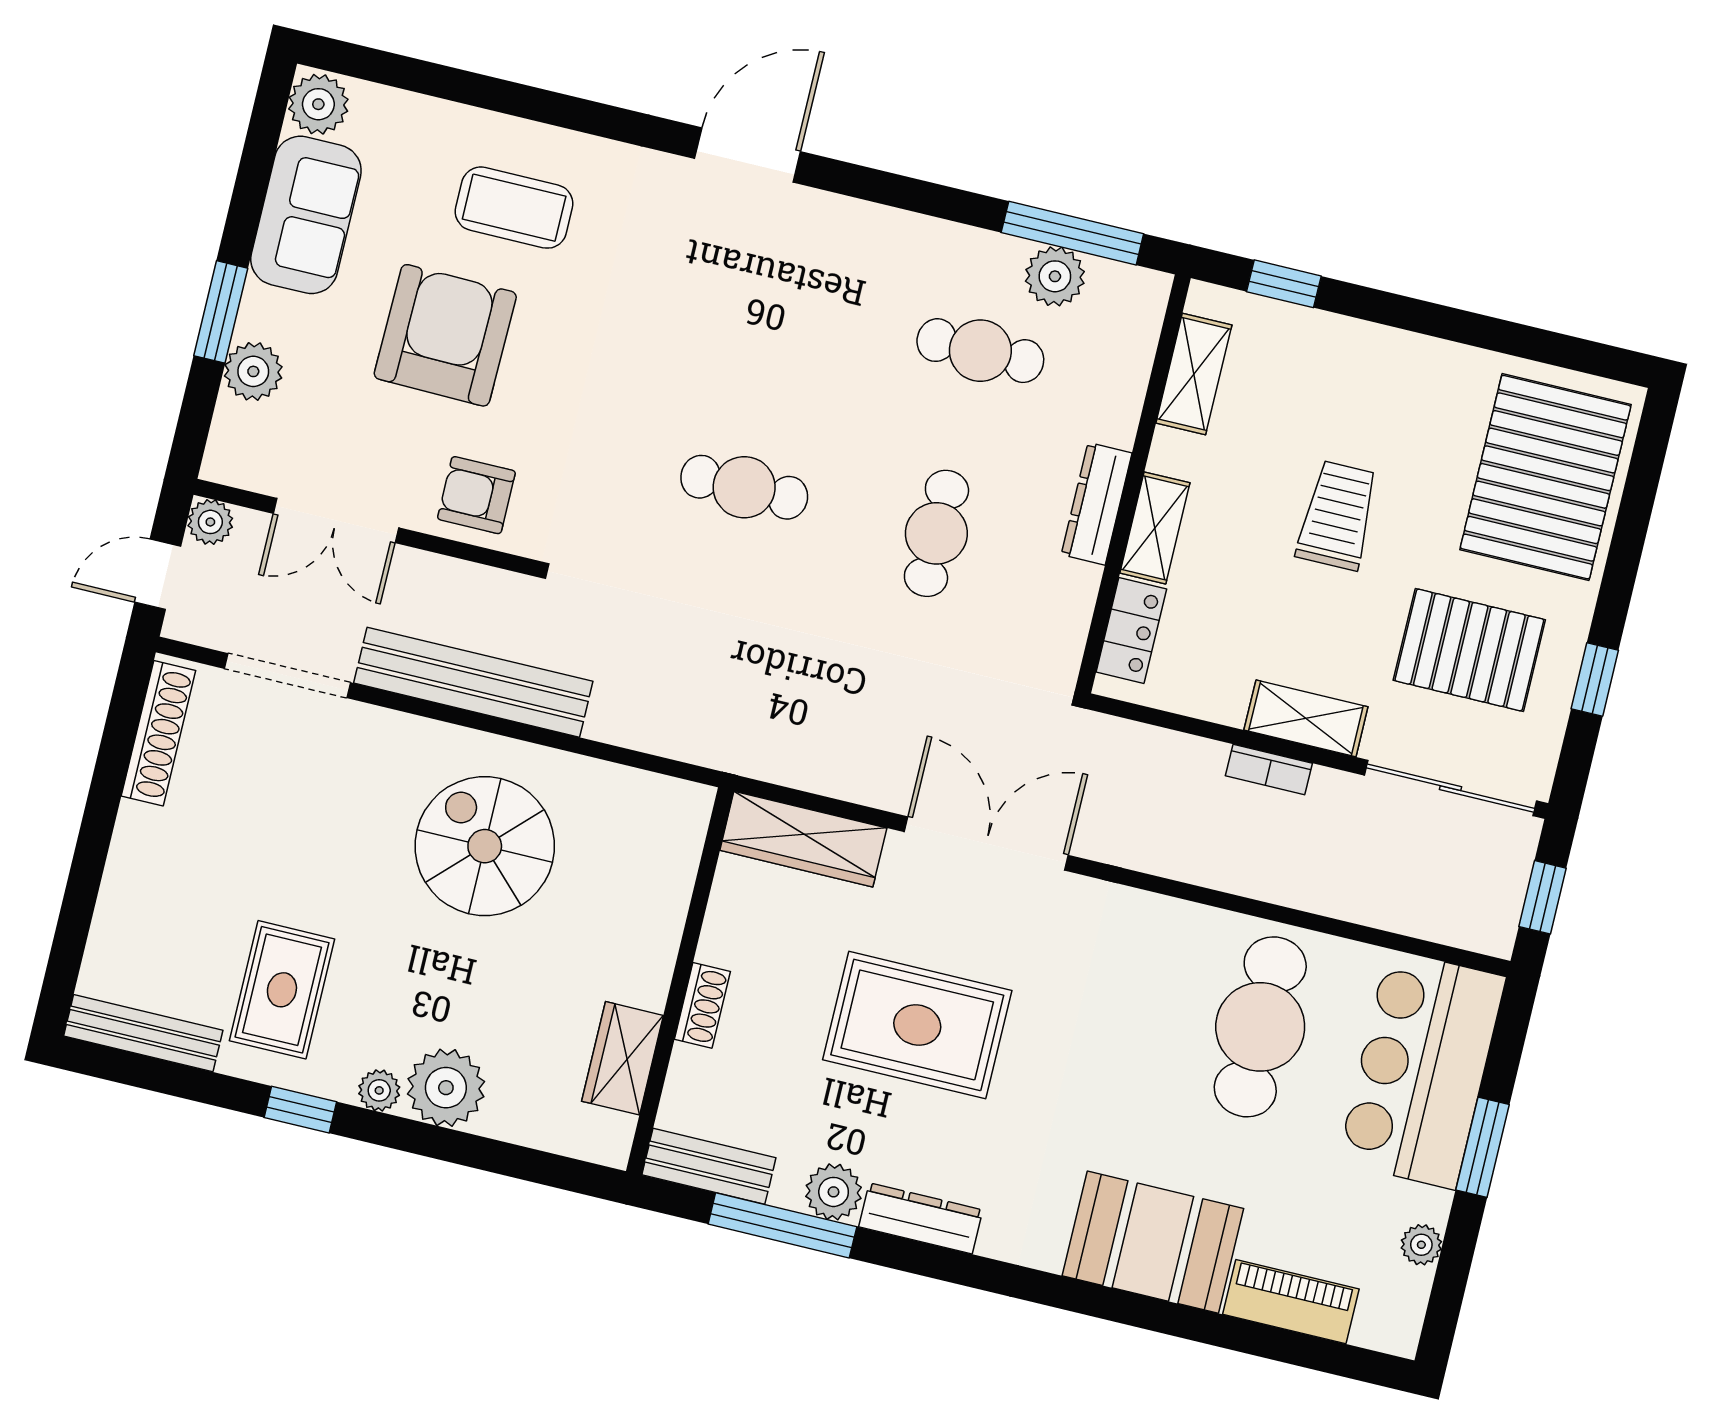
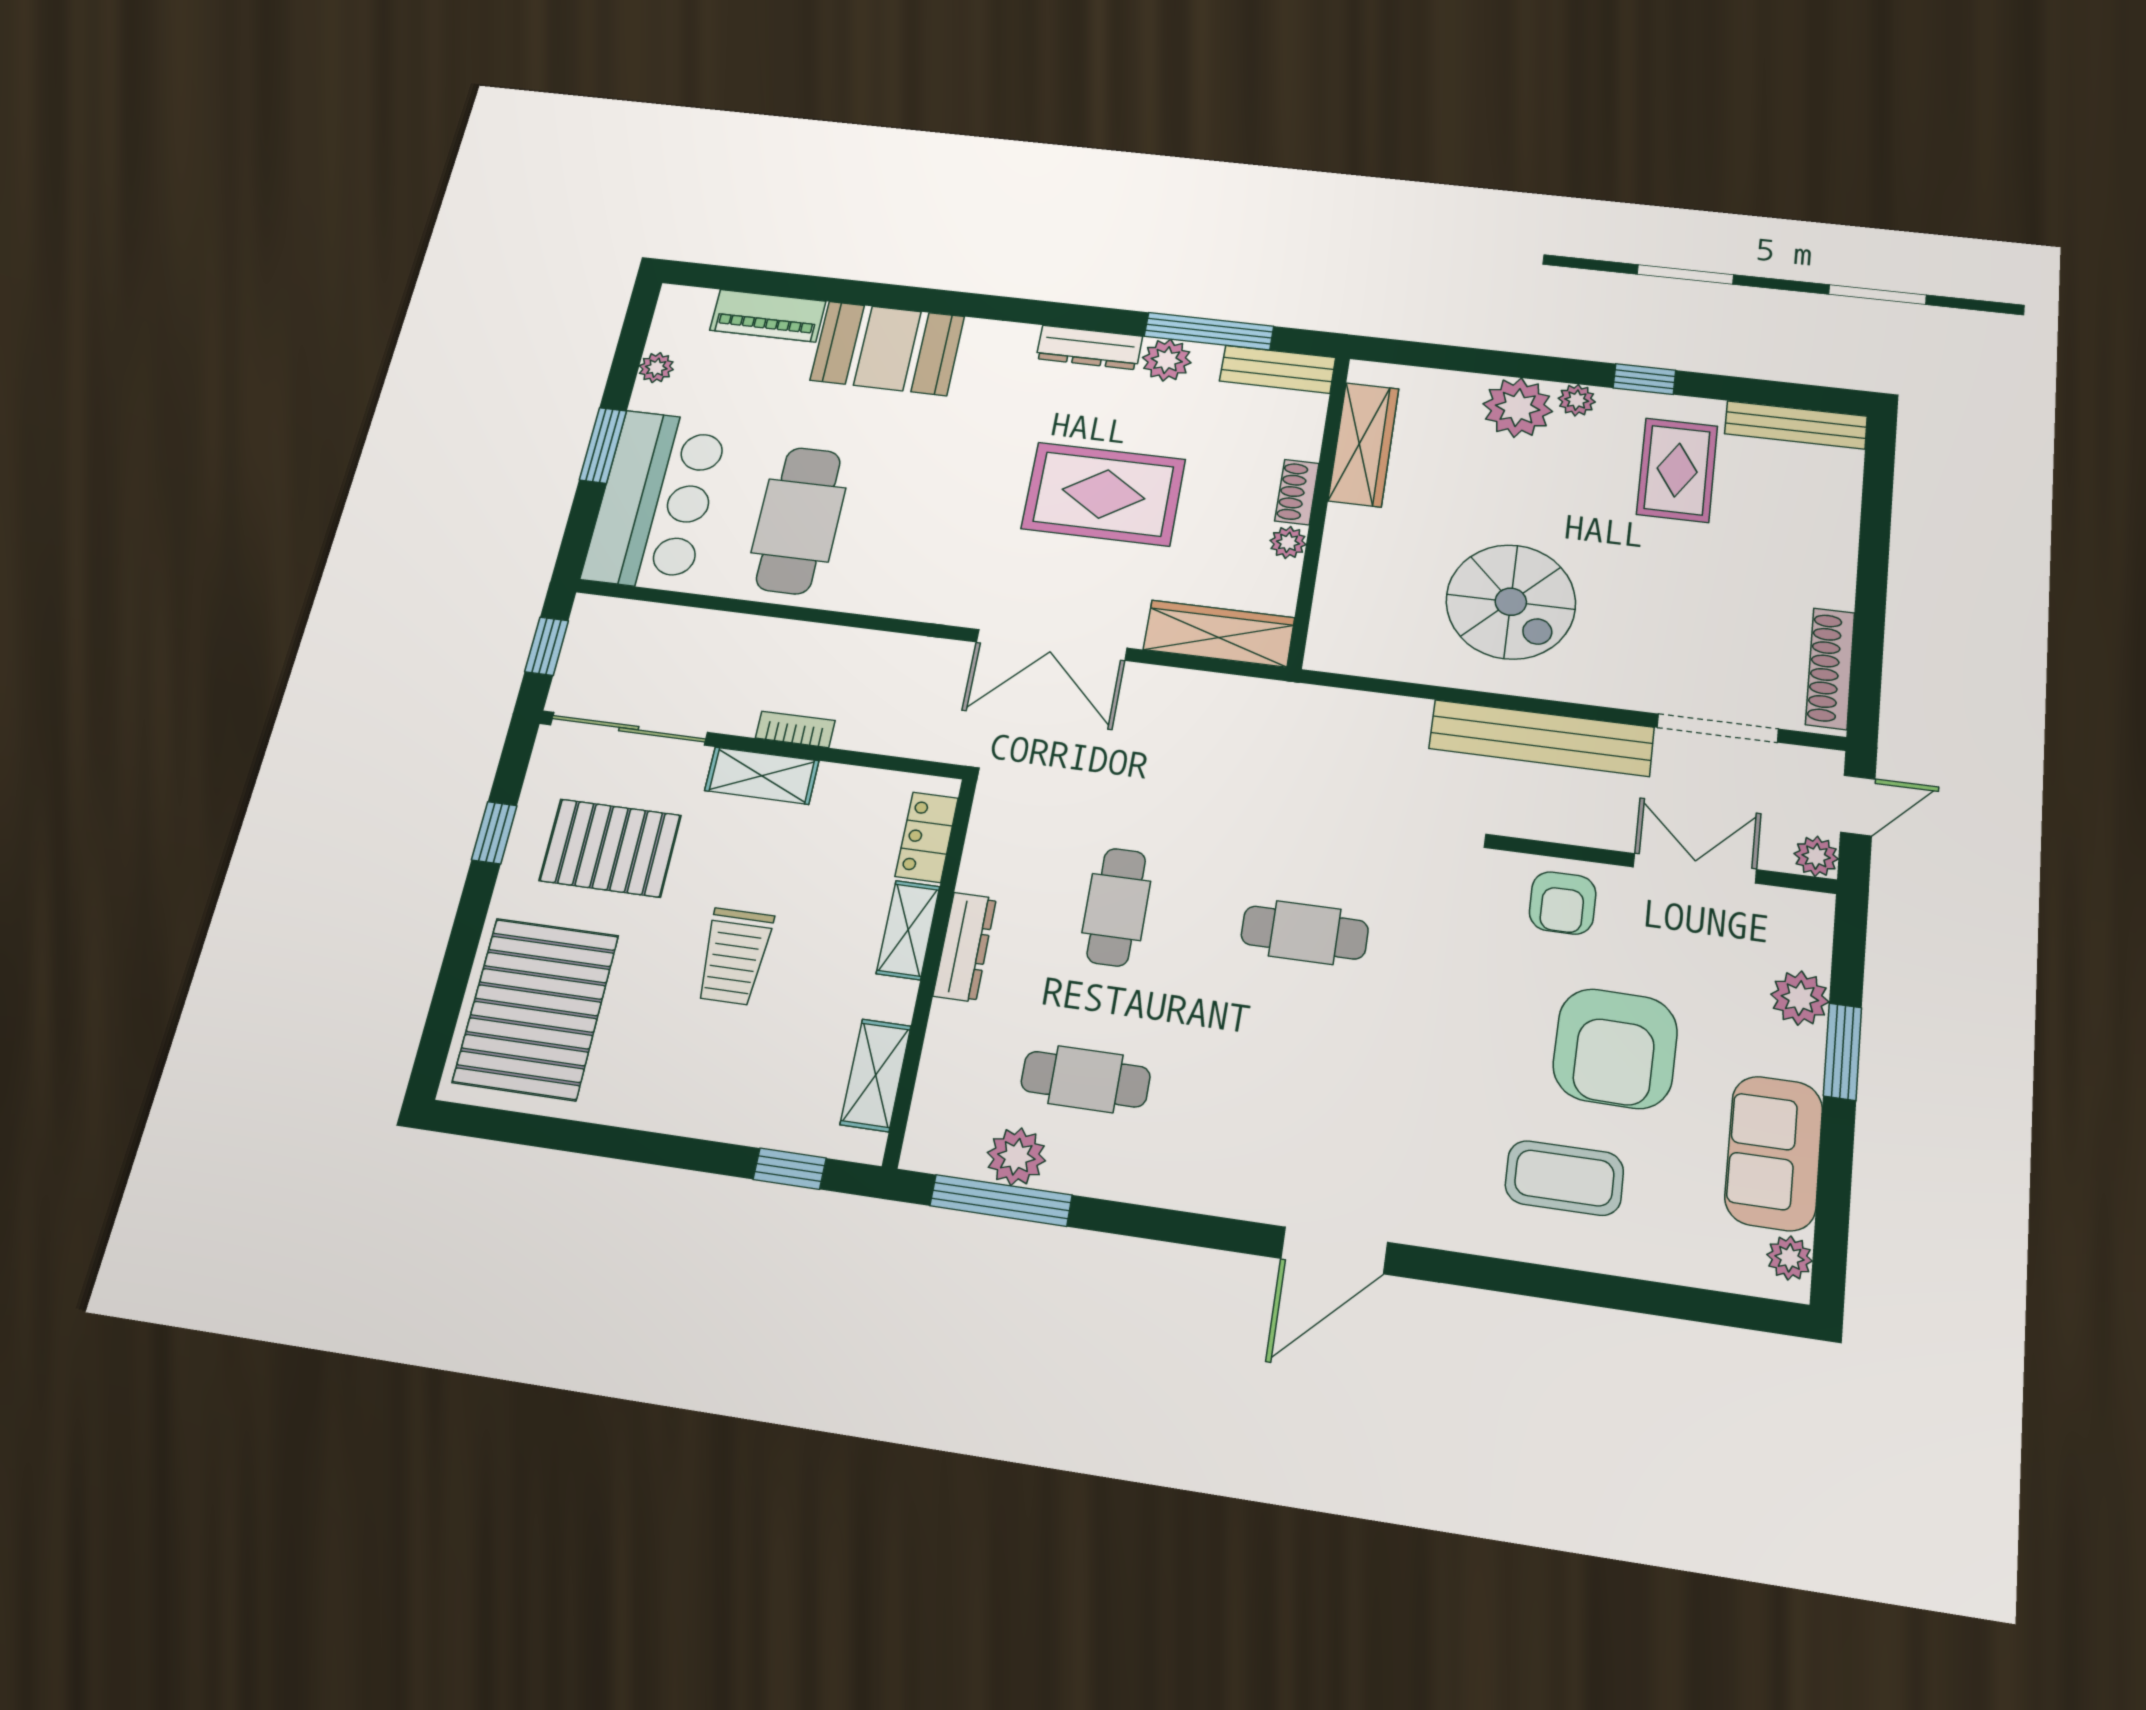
plant: (318, 104) -> (1789, 1258), width x0.73, depth x0.73
armchair: (476, 495) -> (1563, 903), turned 90
plant: (718, 943) -> (1288, 542), added
wardrobe: (623, 1058) -> (1363, 444), width x1.50

